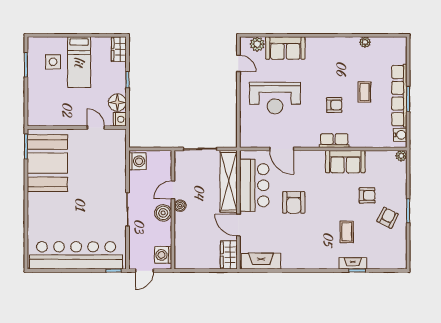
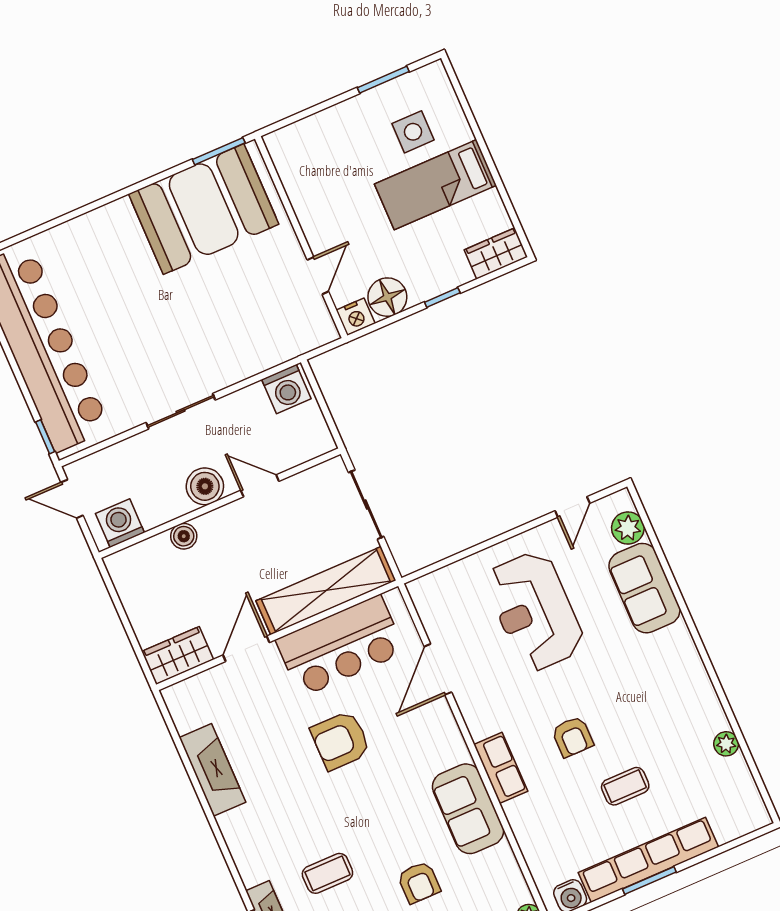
boiler: (180, 206) -> (184, 536), moved
fireplace: (261, 261) -> (212, 770), moved

